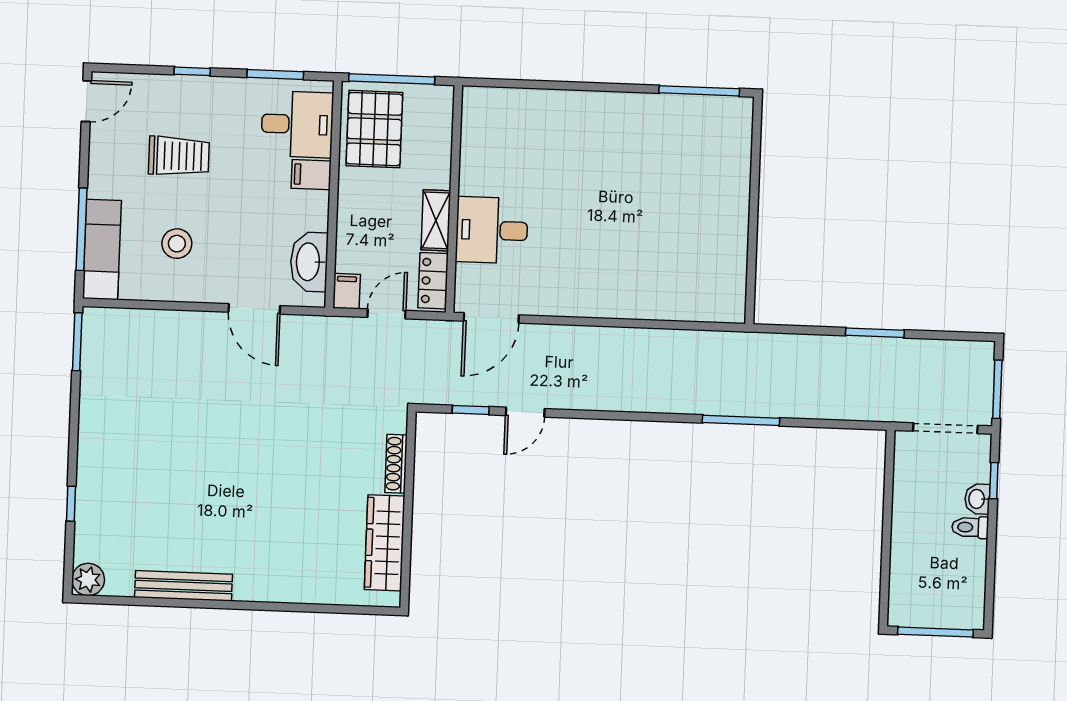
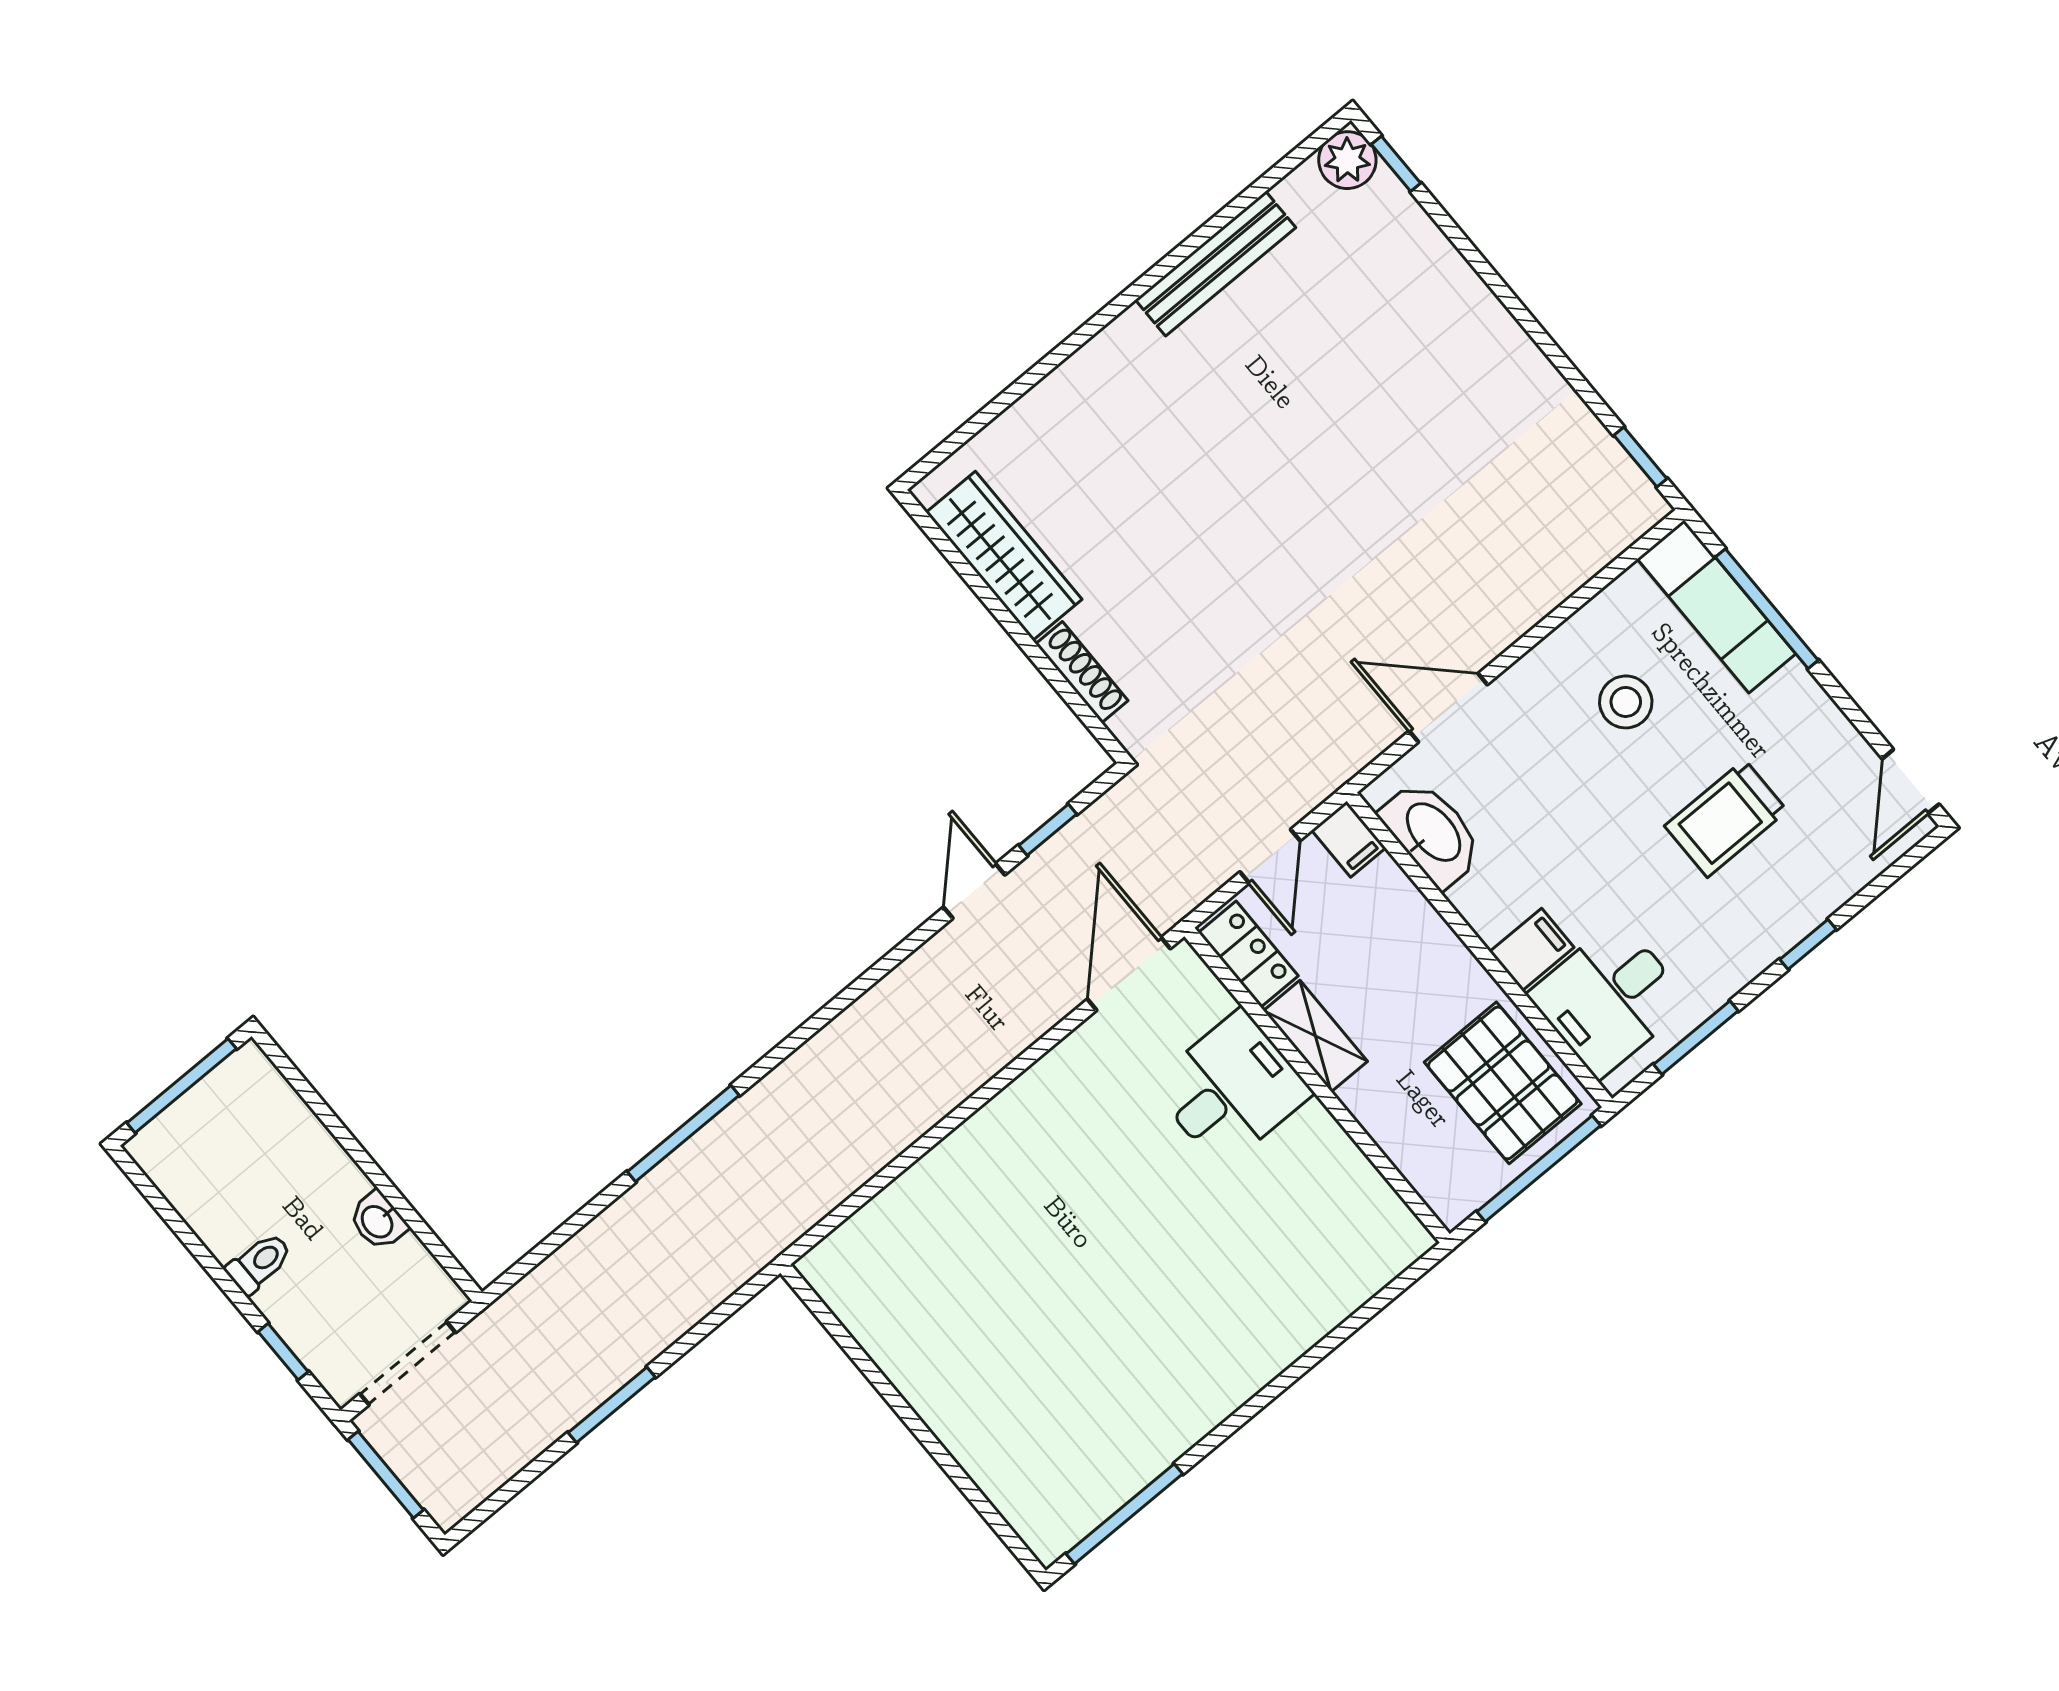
window: (77, 342) -> (1640, 457), width x0.67
washbasin: (977, 499) -> (378, 1221), moved, turned 180
window: (71, 504) -> (1396, 164), moved

